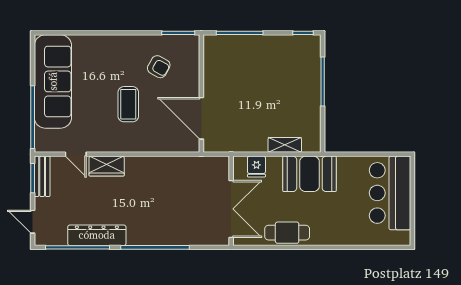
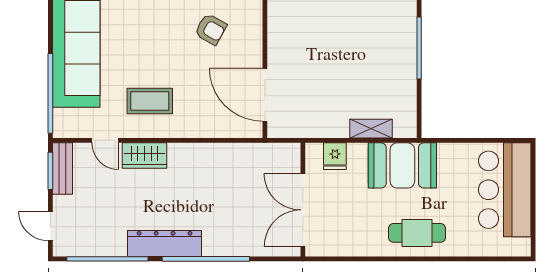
coffee table: (128, 104) -> (150, 101), moved, turned 90
double door: (231, 209) -> (303, 210), swing flipped
cafe table: (287, 233) -> (417, 233), moved
dresser: (97, 235) -> (165, 244), moved

